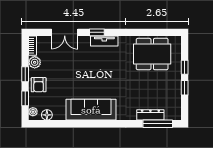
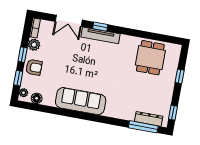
tv unit: (104, 41) -> (101, 35), width x1.41
dining table: (152, 54) -> (150, 58), width x0.73
armchair: (39, 85) -> (34, 67), turned -90
window: (185, 88) -> (173, 113), moved
dresser: (150, 115) -> (149, 119), moved

